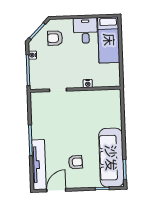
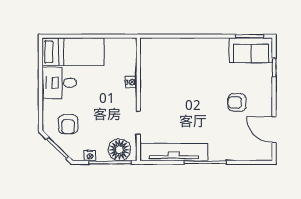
floor lamp: (38, 77) -> (119, 150), added
sofa: (111, 158) -> (251, 50), width x0.54, depth x0.79
armchair: (75, 162) -> (237, 102), turned -87
tv unit: (39, 165) -> (174, 152), moved

